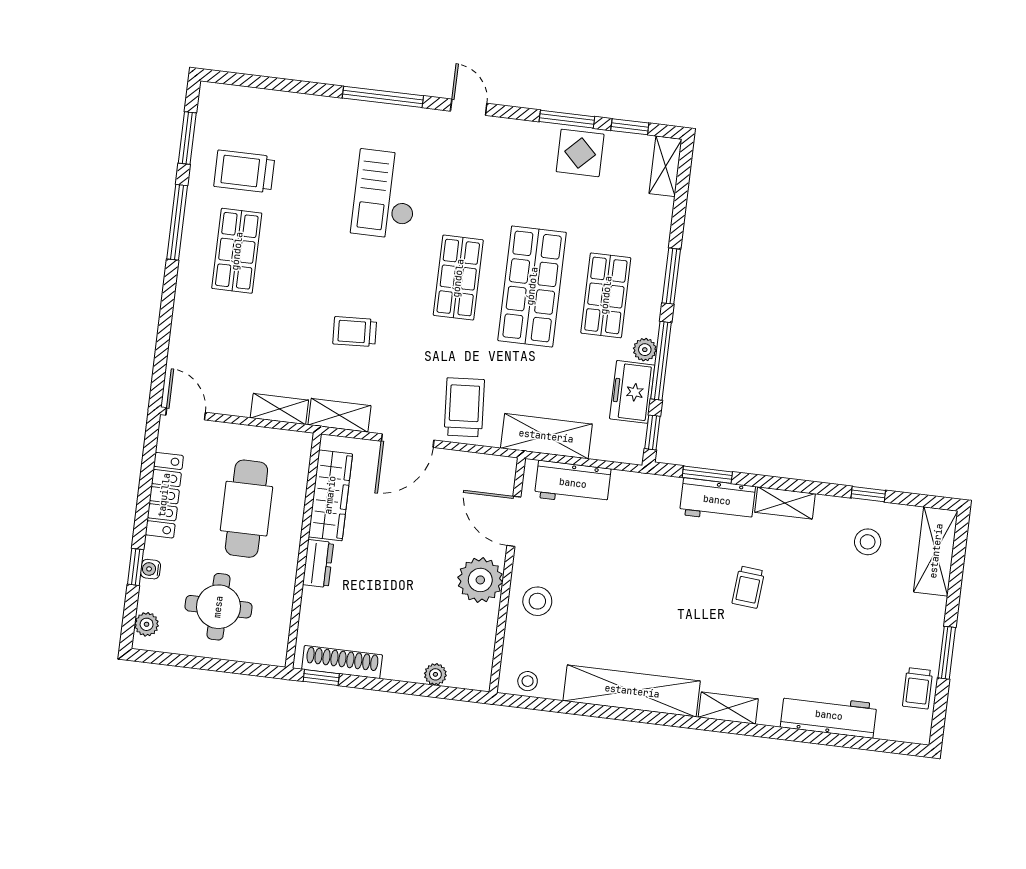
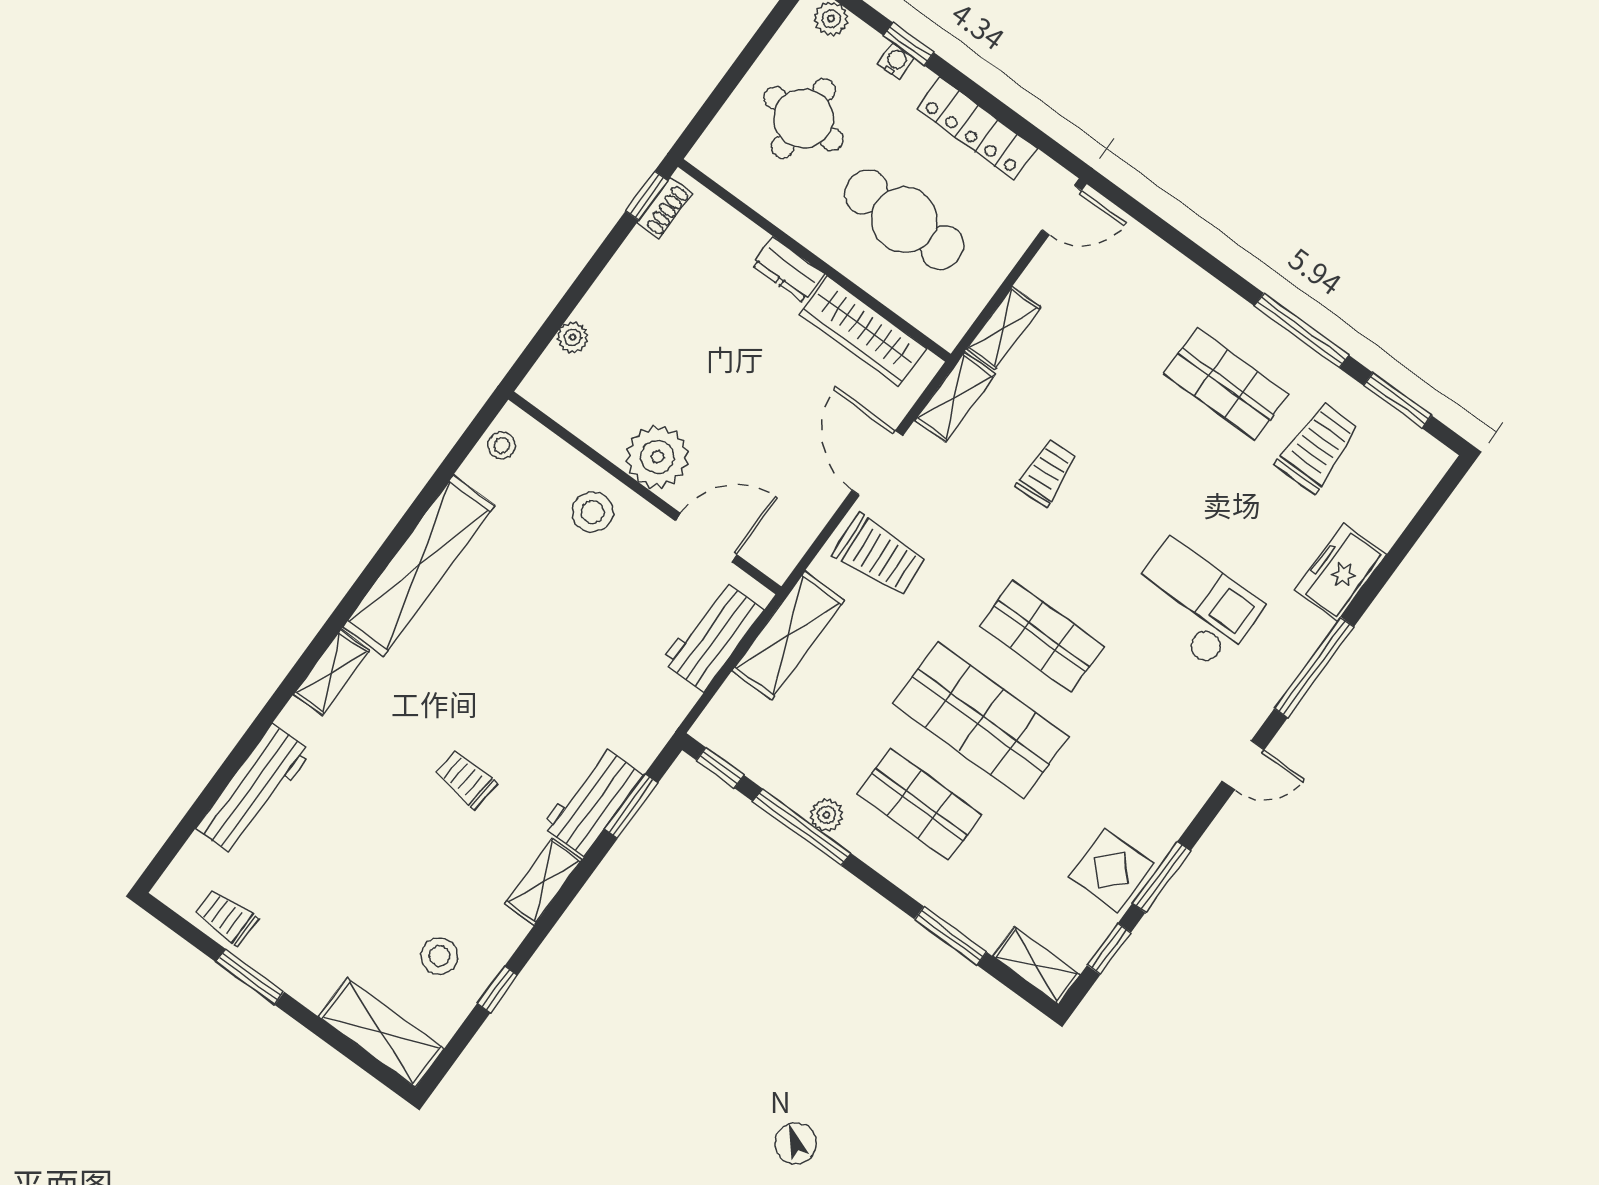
window: (671, 276) -> (950, 936), moved
freezer: (632, 392) -> (1340, 572), moved, turned -90
shoe rack: (342, 662) -> (665, 208), width x0.51, depth x0.81

